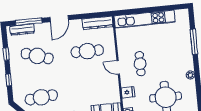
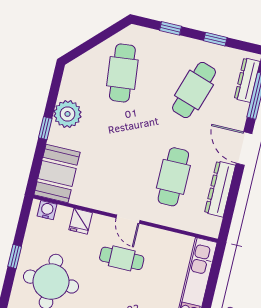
dresser: (98, 23) -> (220, 189), moved
door: (118, 68) -> (128, 219), swing flipped

